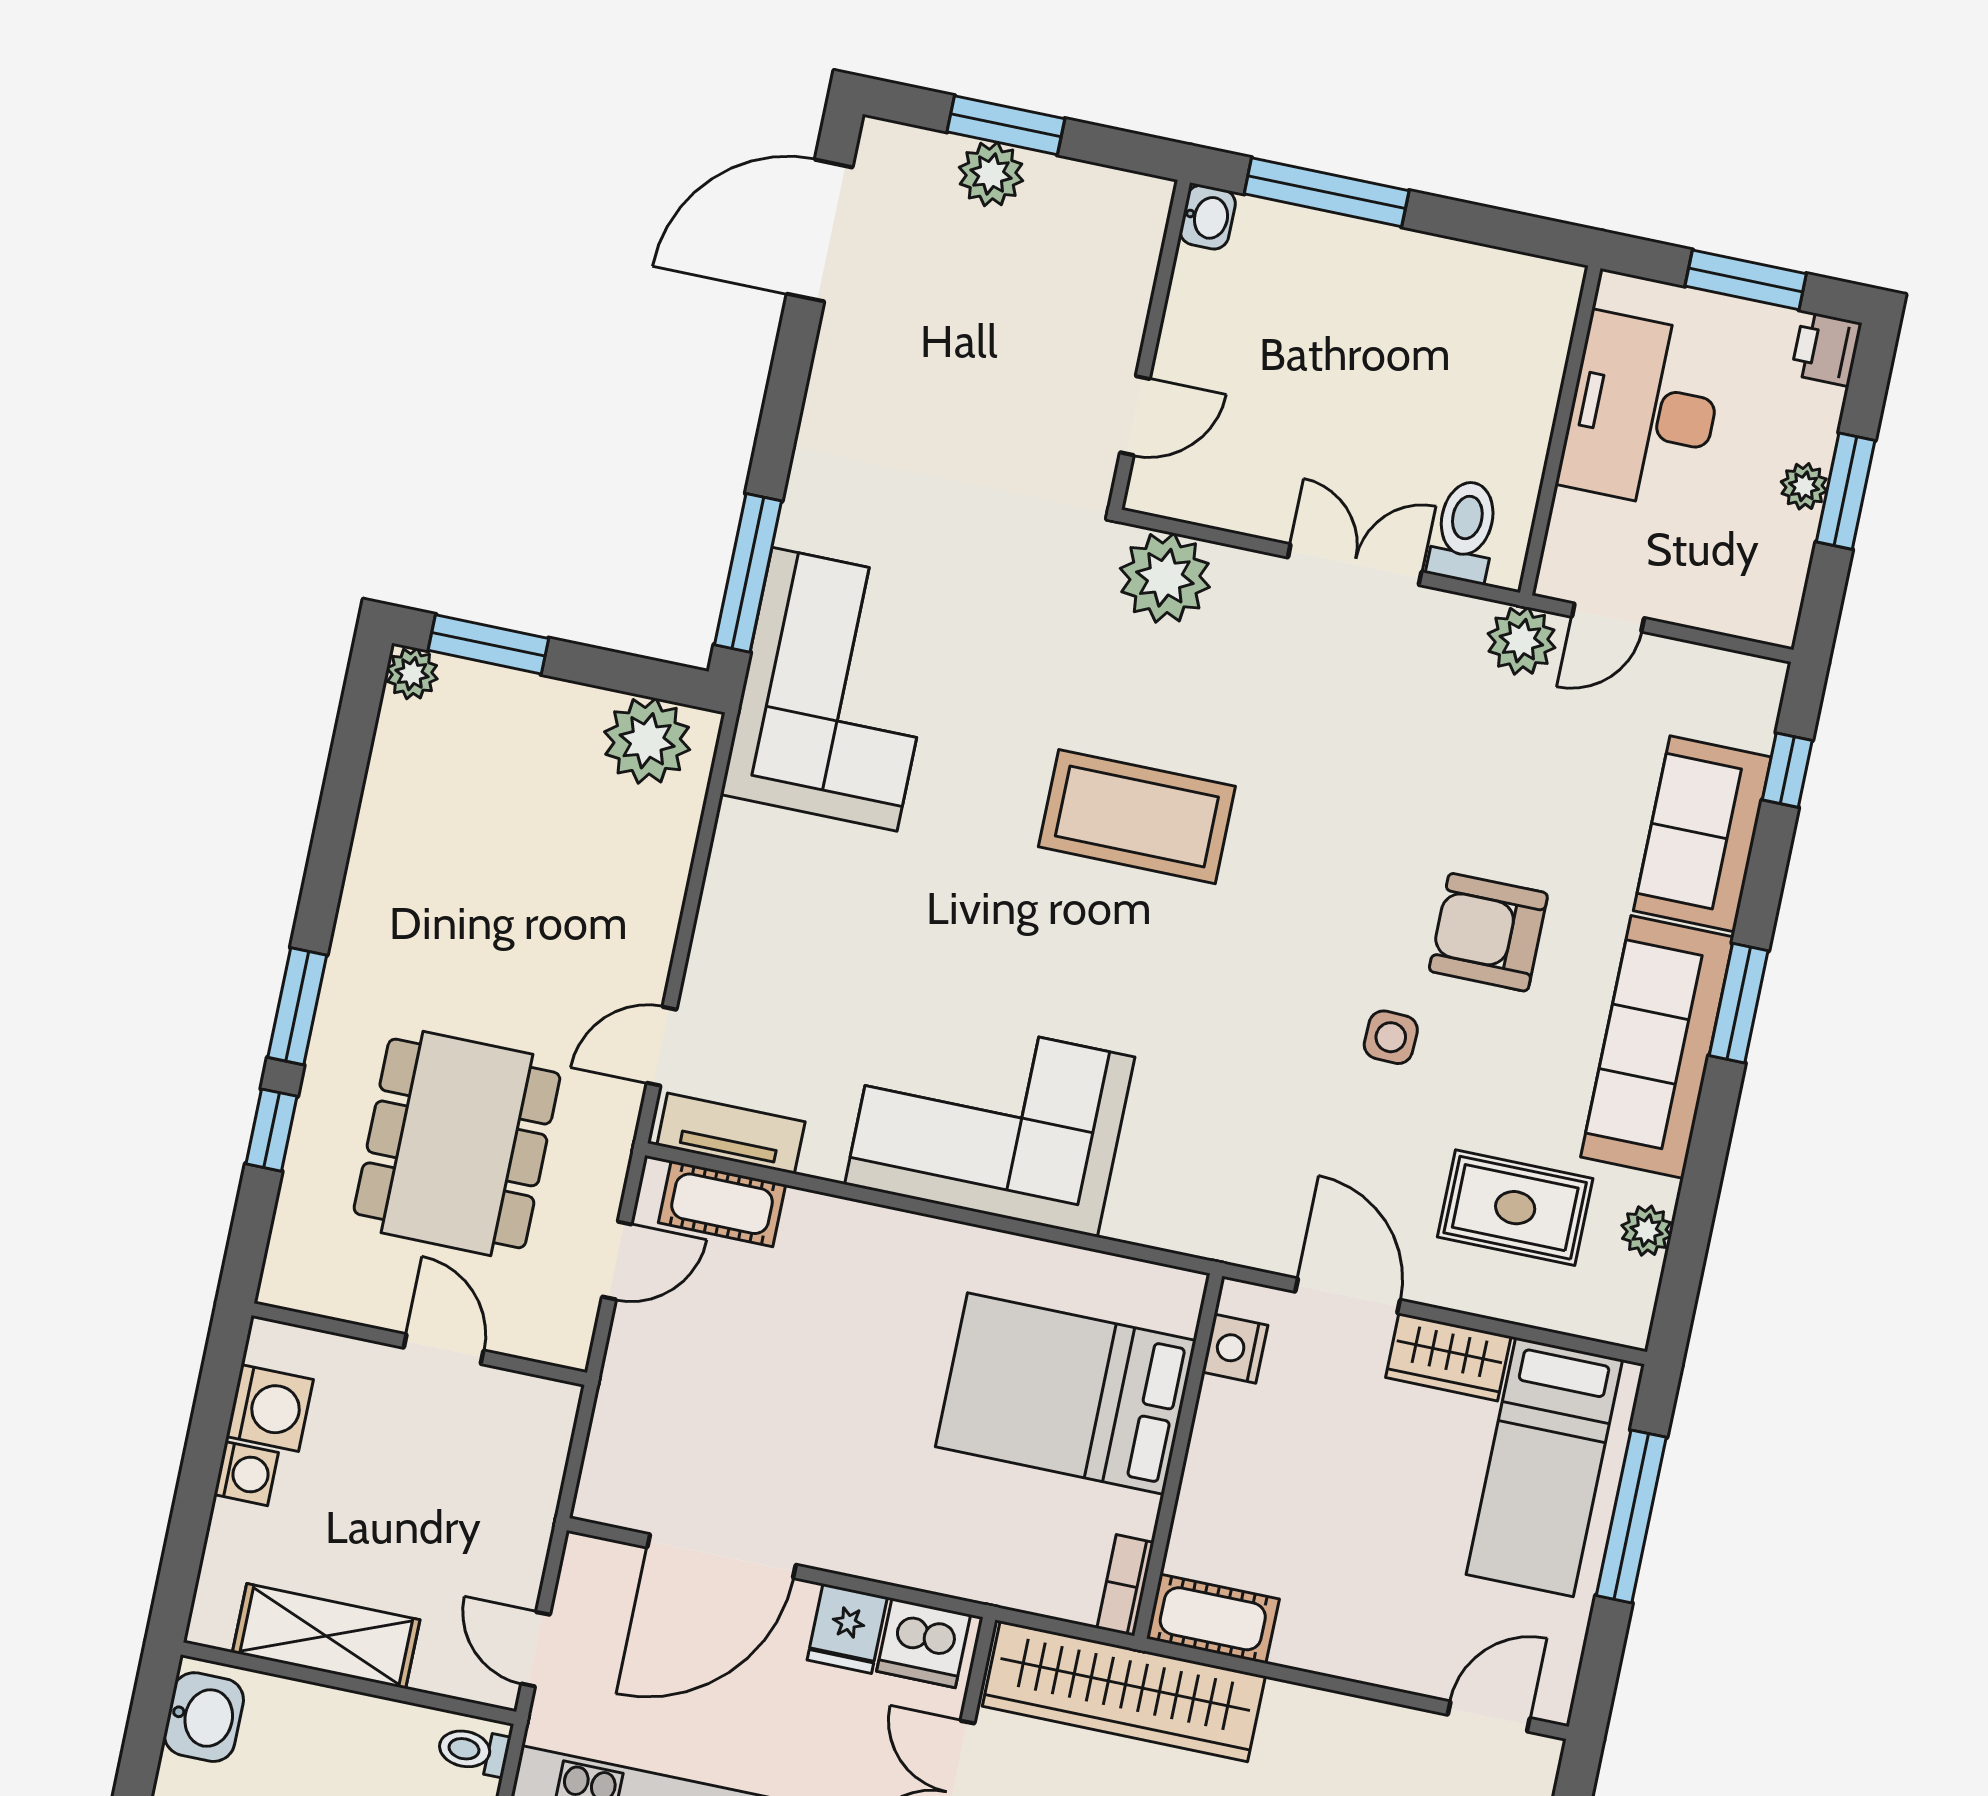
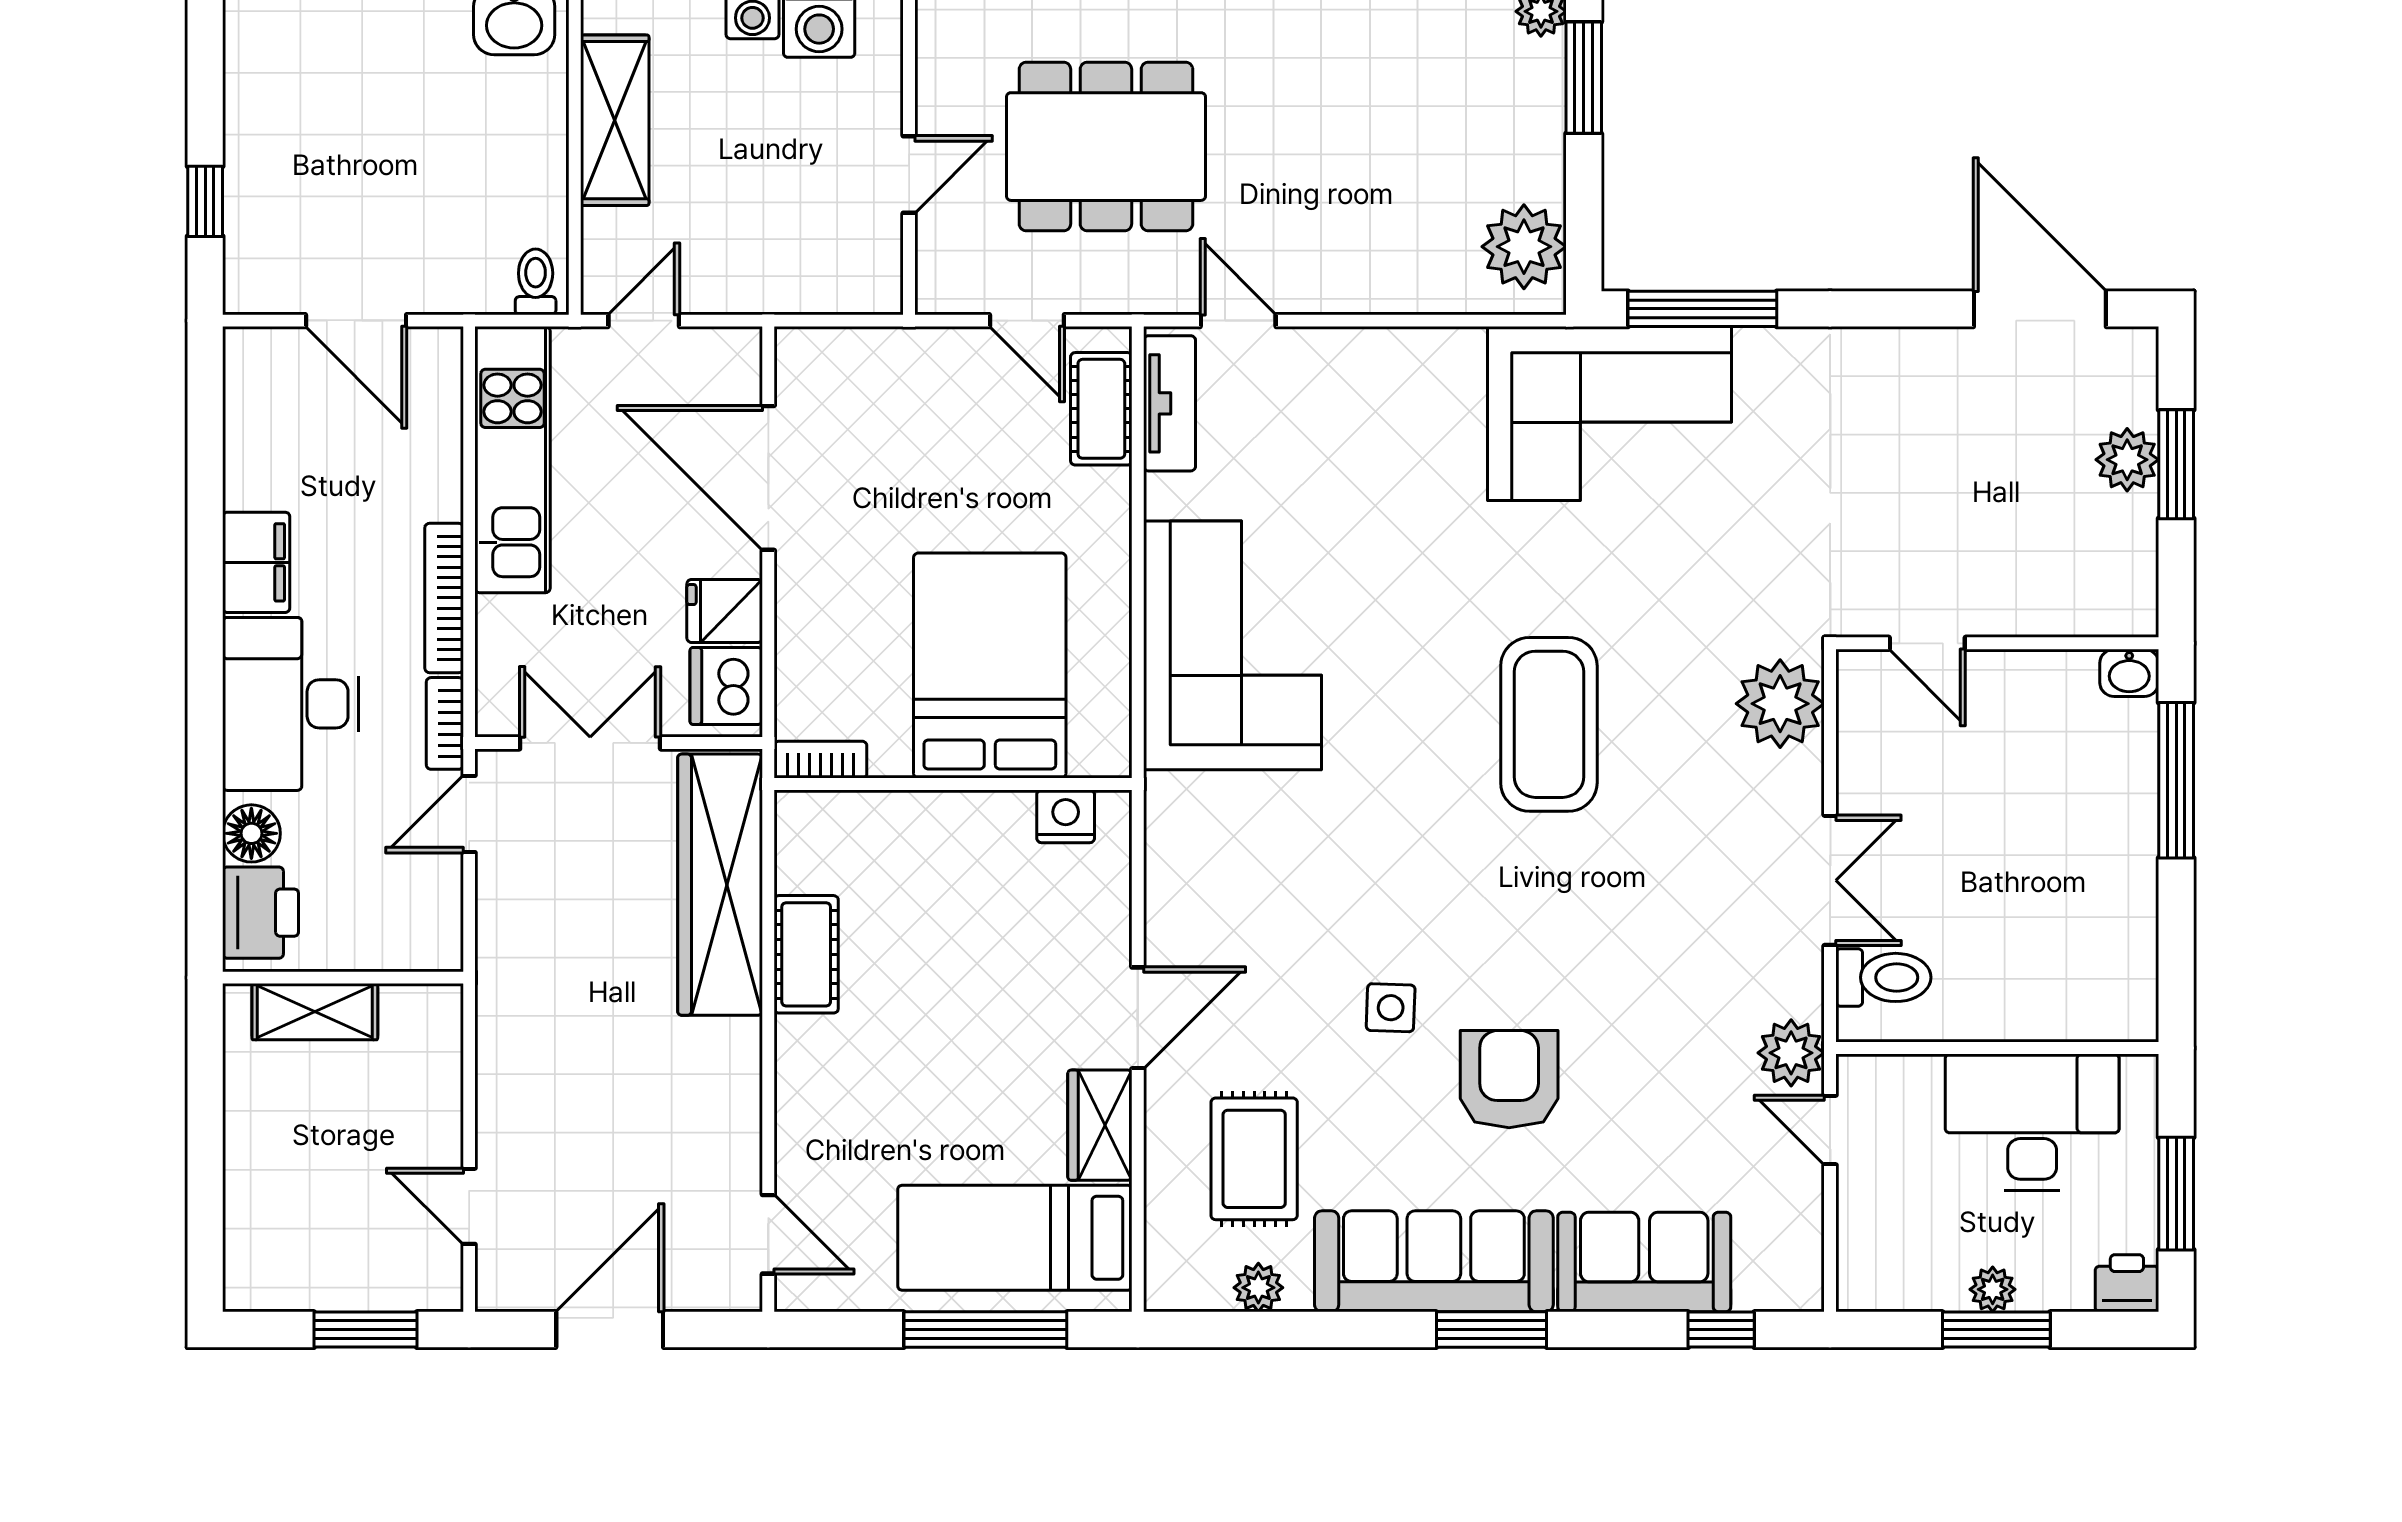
nightstand: (1235, 1349) -> (1066, 816), moved
bed: (1066, 1394) -> (990, 666), moved
wall: (1178, 1456) -> (953, 784), moved
bookcase: (1125, 1585) -> (820, 760), moved

